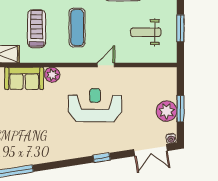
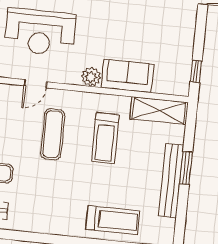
door: (106, 65) -> (36, 84), moved

